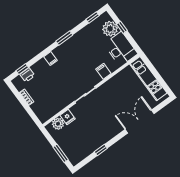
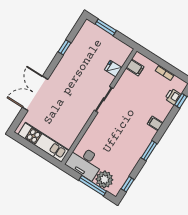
window: (122, 27) -> (93, 186), width x2.17
filing cabinet: (103, 71) -> (135, 67), moved
double door: (140, 122) -> (35, 93), swing flipped
plant: (58, 124) -> (121, 58), removed

